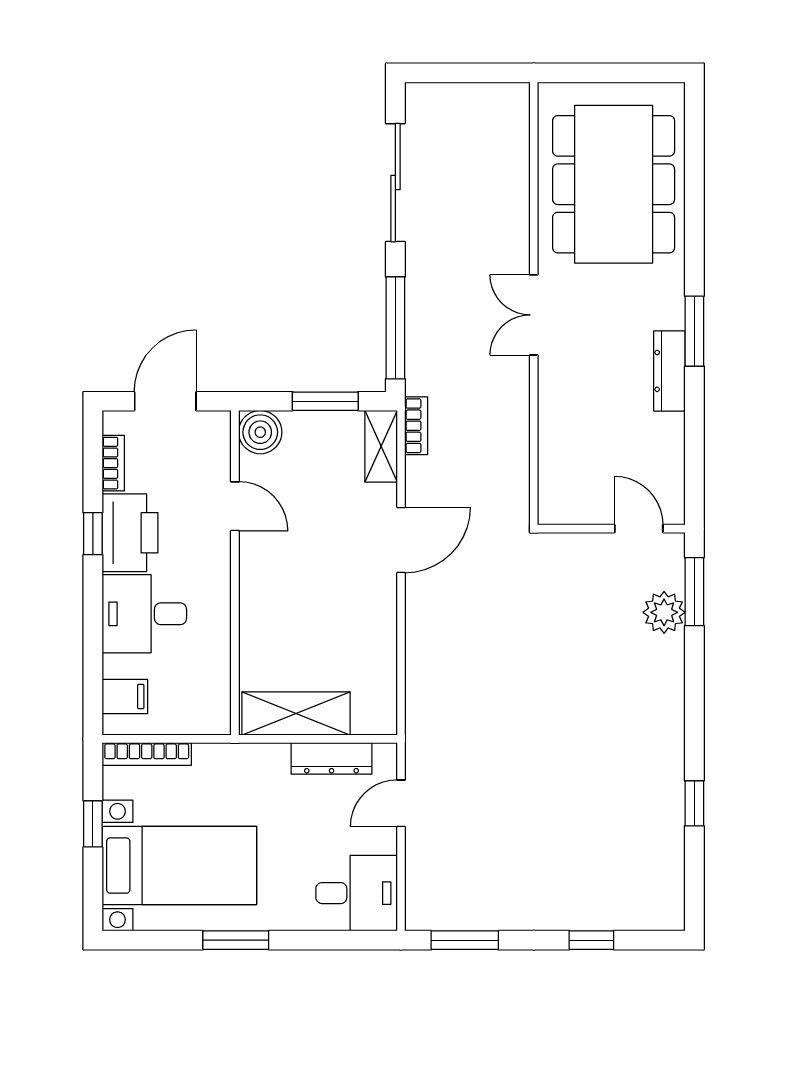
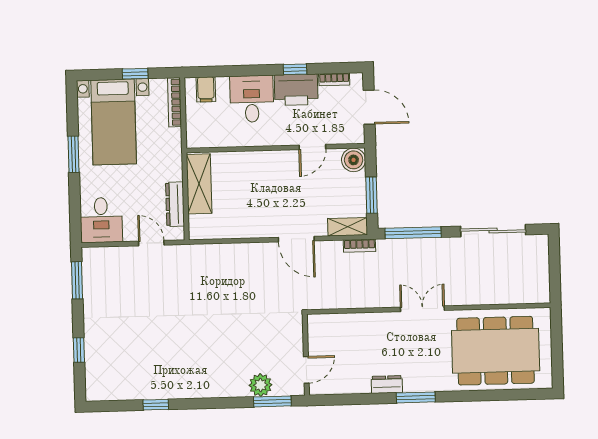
dresser: (669, 371) -> (387, 384), width x0.70

